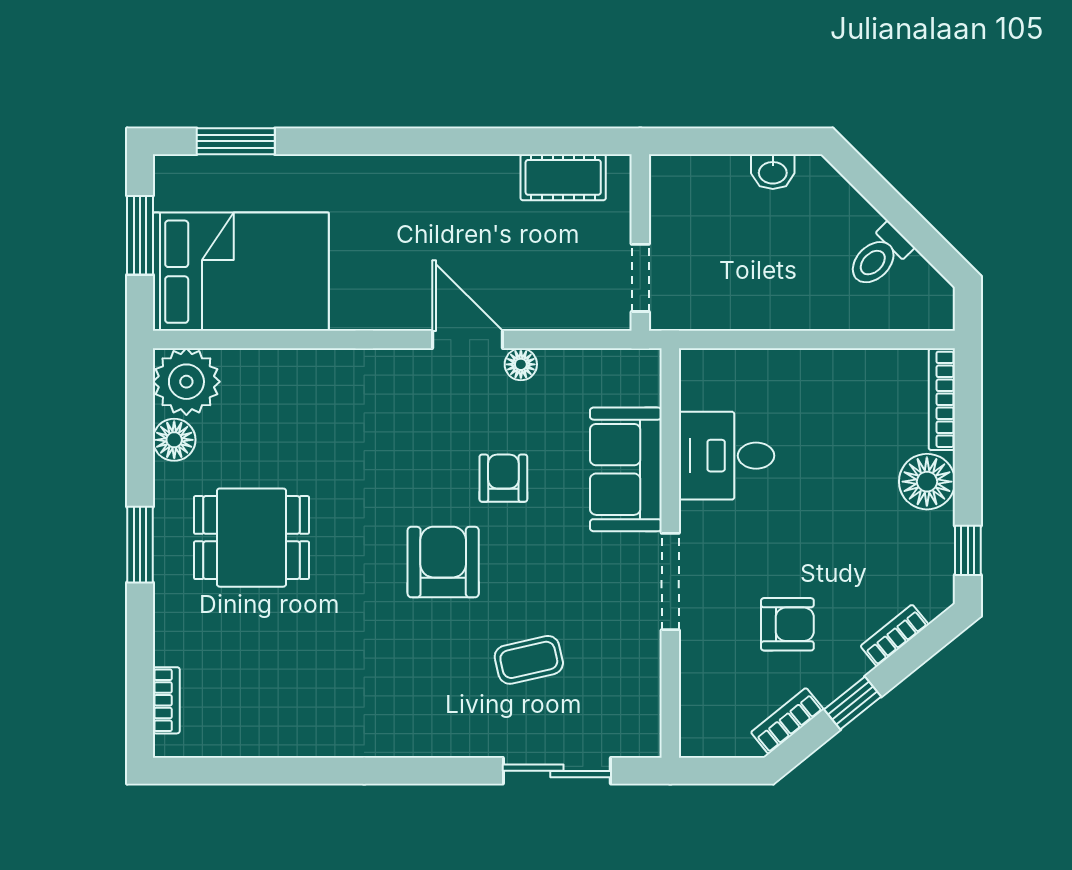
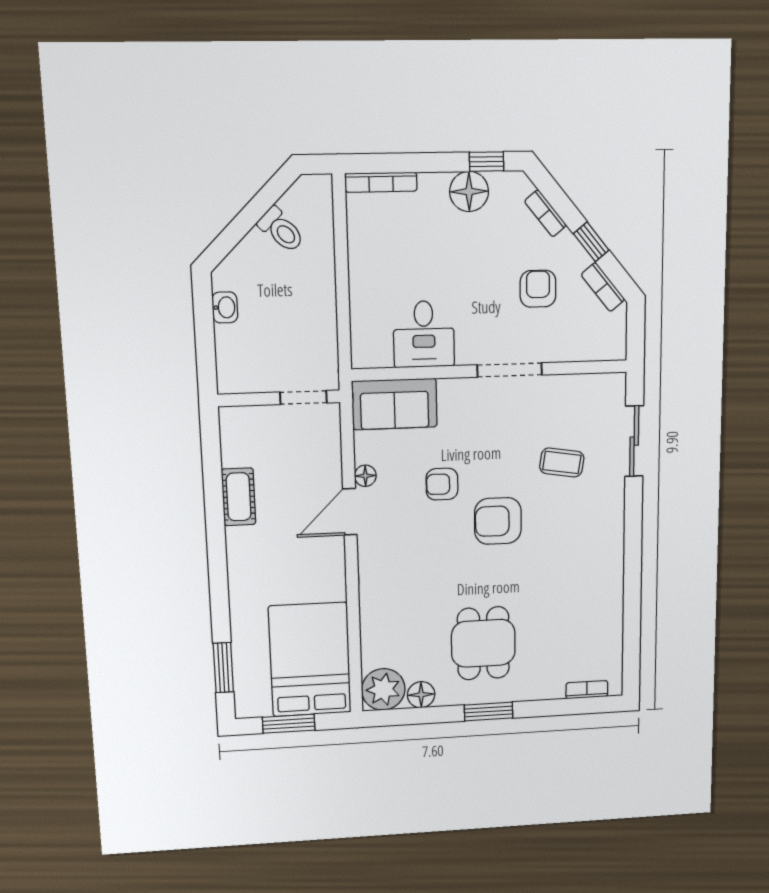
cot: (563, 177) -> (239, 497), moved
sofa: (626, 469) -> (394, 404), moved
floor lamp: (927, 482) -> (469, 191), moved
coffee table: (529, 660) -> (562, 462), turned -68

